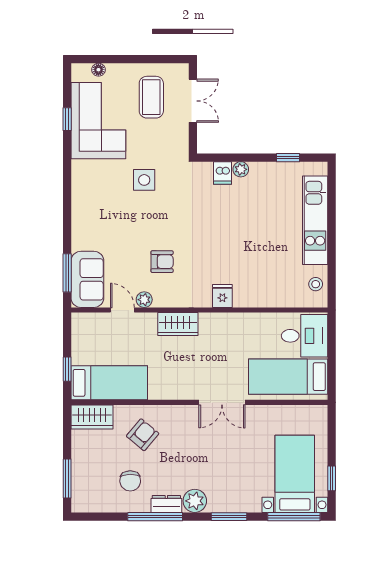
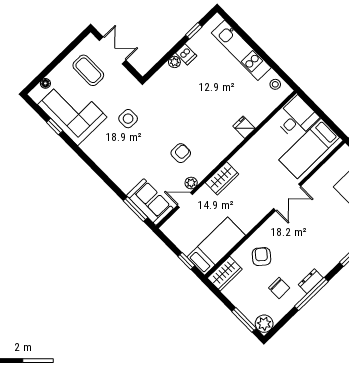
dishwasher: (223, 173) -> (186, 54), moved
fridge: (222, 296) -> (244, 127), moved
plant: (195, 501) -> (264, 324), moved

